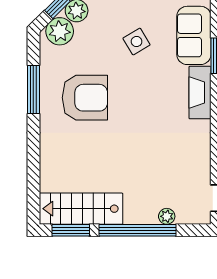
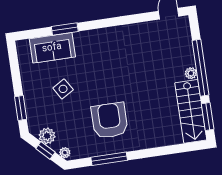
plant: (60, 31) -> (65, 153), width x0.53, depth x0.53
fireplace: (200, 93) -> (93, 37), removed
plant: (167, 216) -> (191, 73), moved

